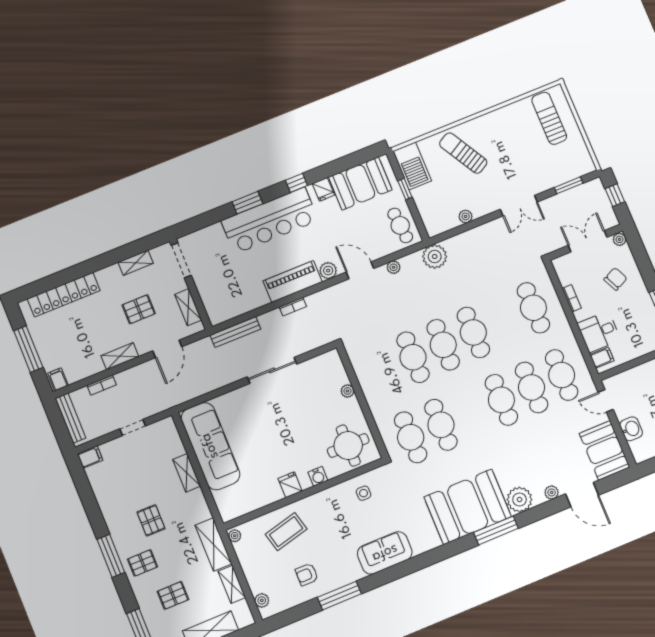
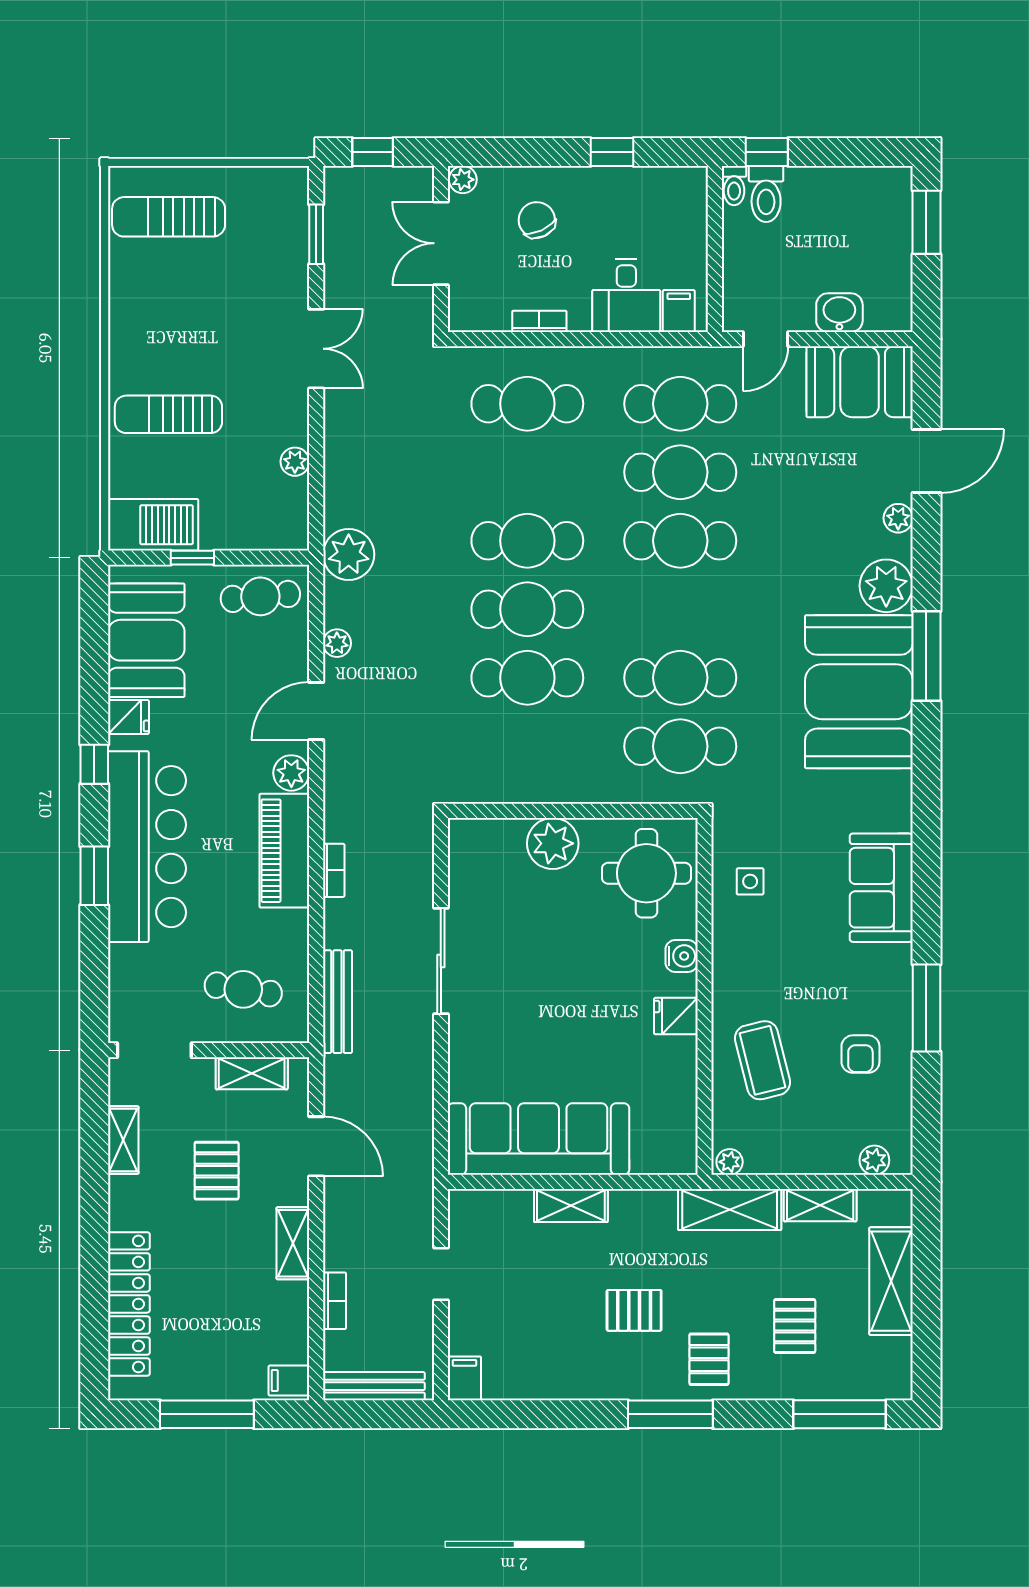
sun lounger: (463, 153) -> (168, 414), turned 30
cafe table: (224, 288) -> (243, 989), added
plant: (348, 391) -> (553, 843), width x1.88, depth x1.88

